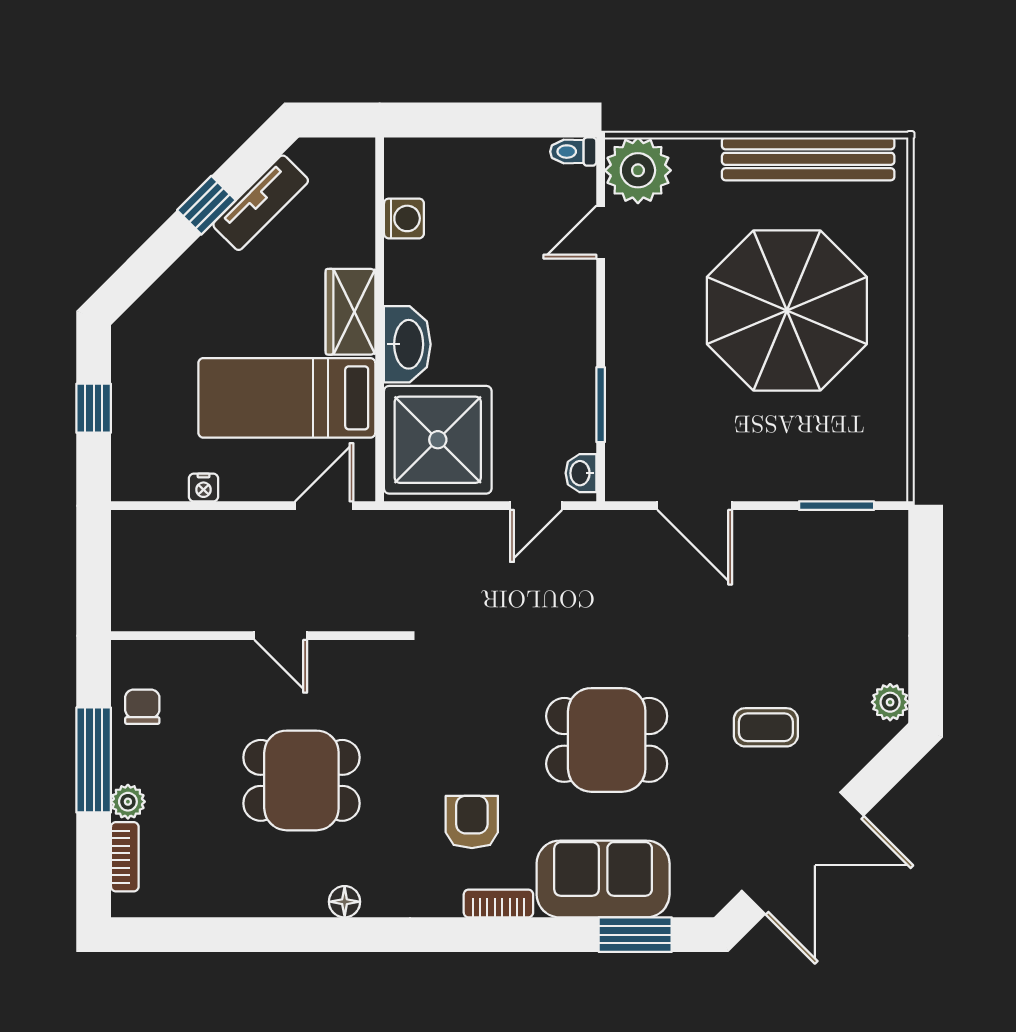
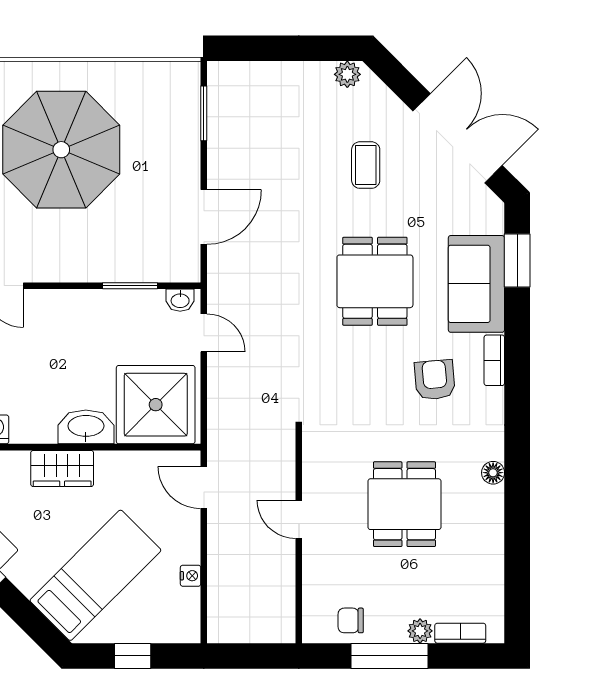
bed: (287, 398) -> (95, 575), moved, turned -135
door: (281, 636) -> (299, 519), swing flipped
armchair: (472, 822) -> (435, 380), turned 85

